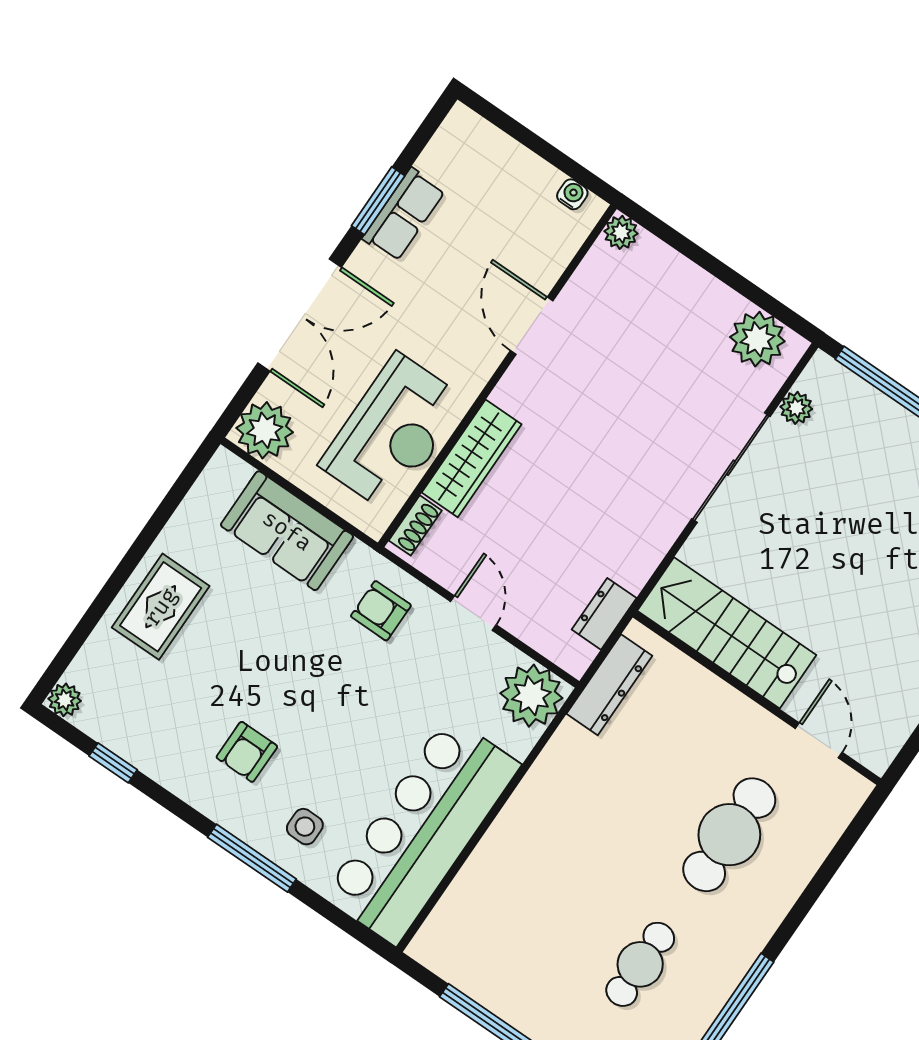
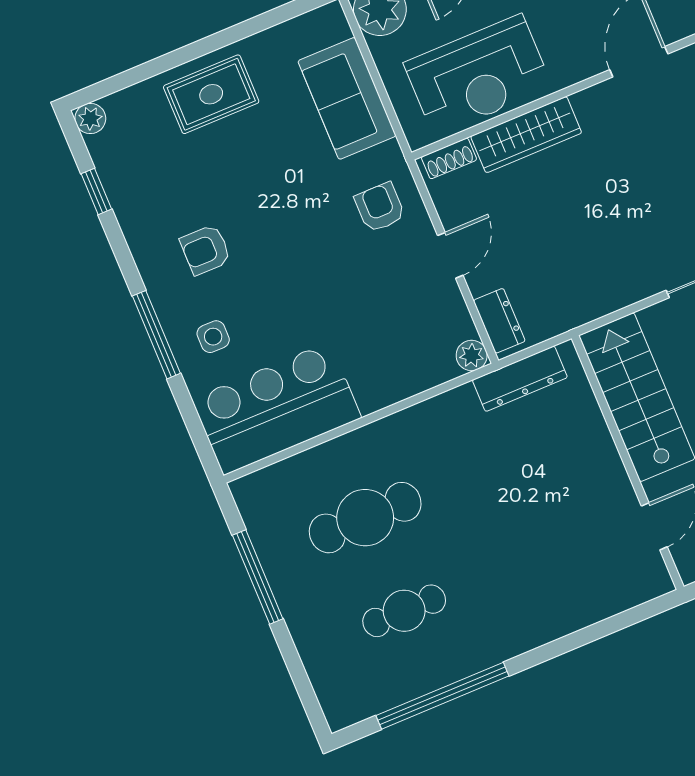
dresser: (604, 614) -> (499, 321), moved, turned 90
plant: (531, 696) -> (472, 355), width x0.53, depth x0.53
bar counter: (422, 830) -> (277, 408), width x0.73
cafe table: (729, 835) -> (365, 518), moved

